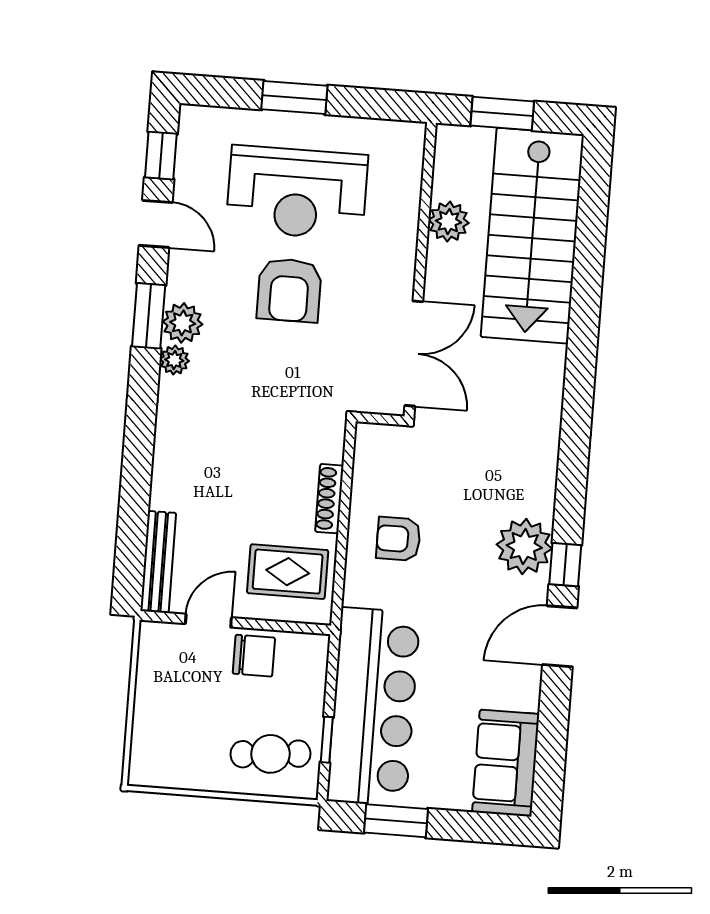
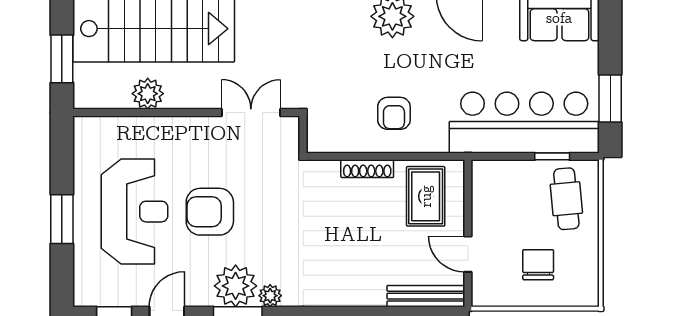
armchair: (289, 290) -> (210, 212), turned 180
plant: (183, 323) -> (236, 286), width x1.36, depth x1.36
double door: (414, 354) -> (251, 112), width x0.73
chair: (254, 656) -> (538, 265), moved

